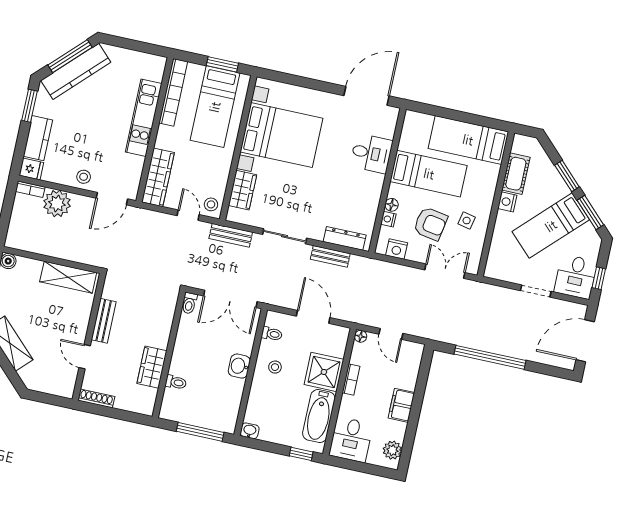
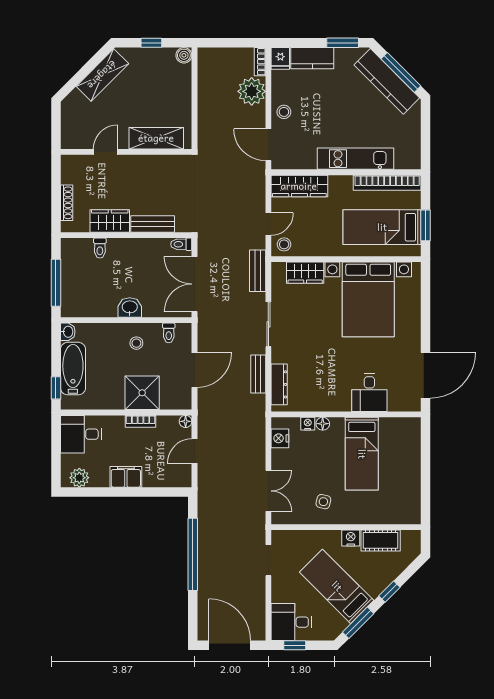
door: (367, 96) -> (425, 375), hinge flipped
bed: (468, 140) -> (404, 486), removed
window: (567, 176) -> (389, 592), width x0.67
armchair: (430, 224) -> (312, 466), removed
shelving: (68, 277) -> (156, 138), moved, turned 90
doorway: (536, 291) -> (268, 560), moved
bench: (104, 321) -> (153, 224), moved
shoe rack: (96, 398) -> (67, 203), moved
bathtub: (319, 416) -> (73, 369), moved, turned 90

